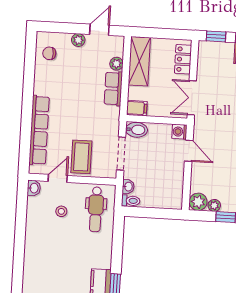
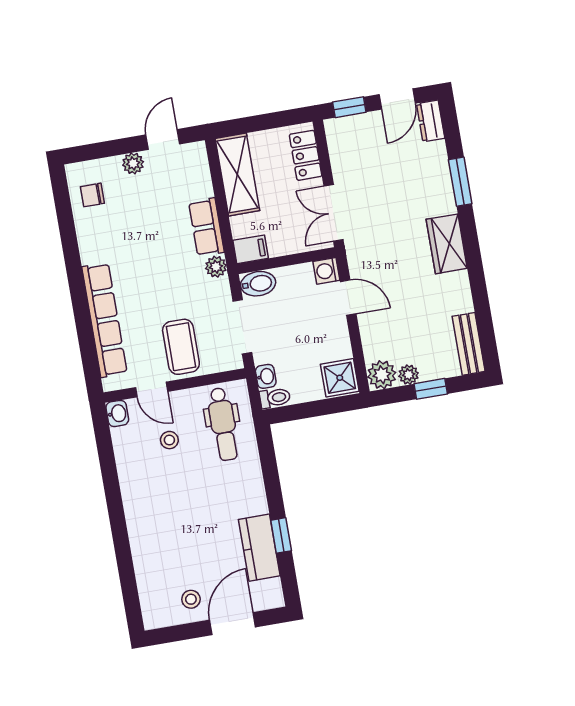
plant: (116, 64) -> (216, 267), moved
door: (58, 178) -> (152, 389), swing flipped
shower: (172, 198) -> (340, 378), added

